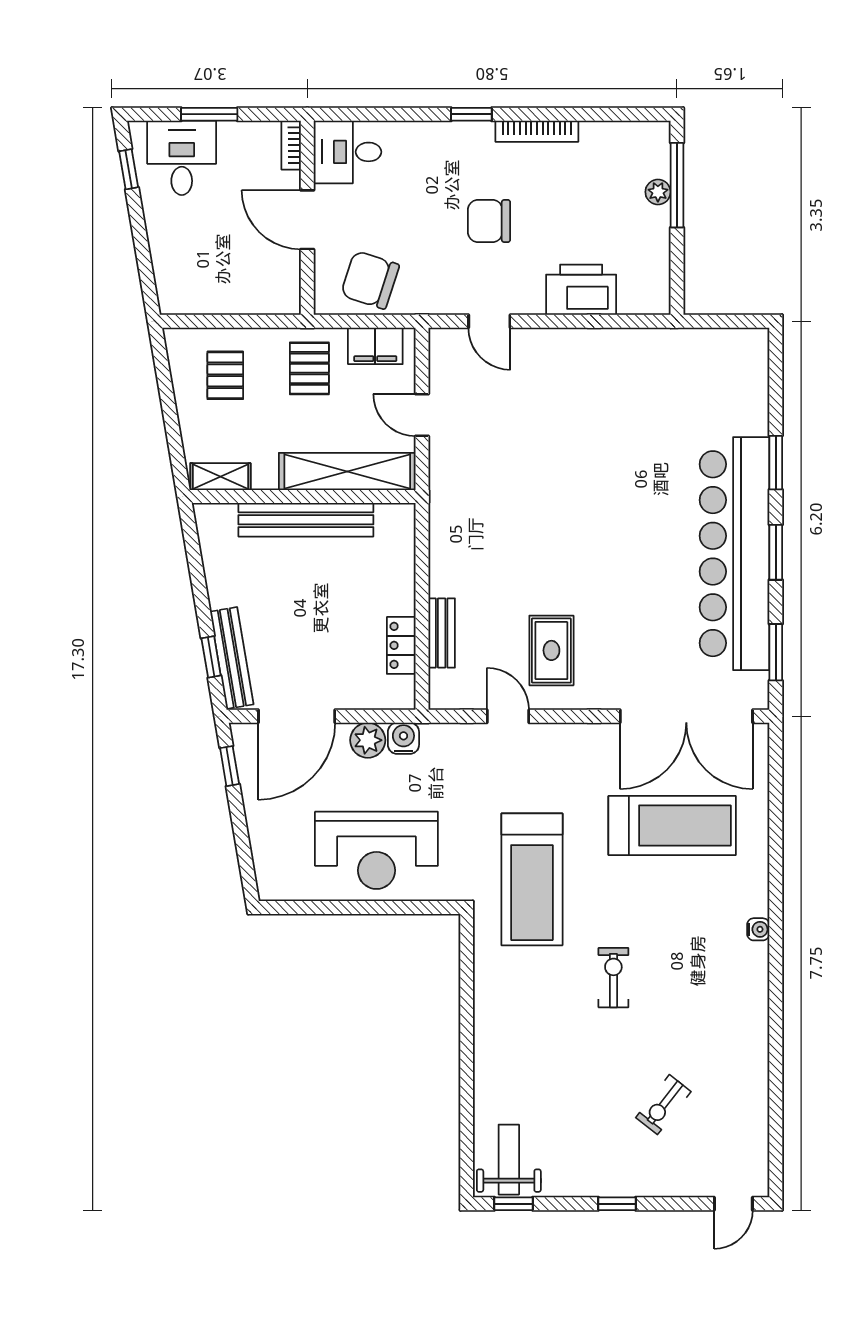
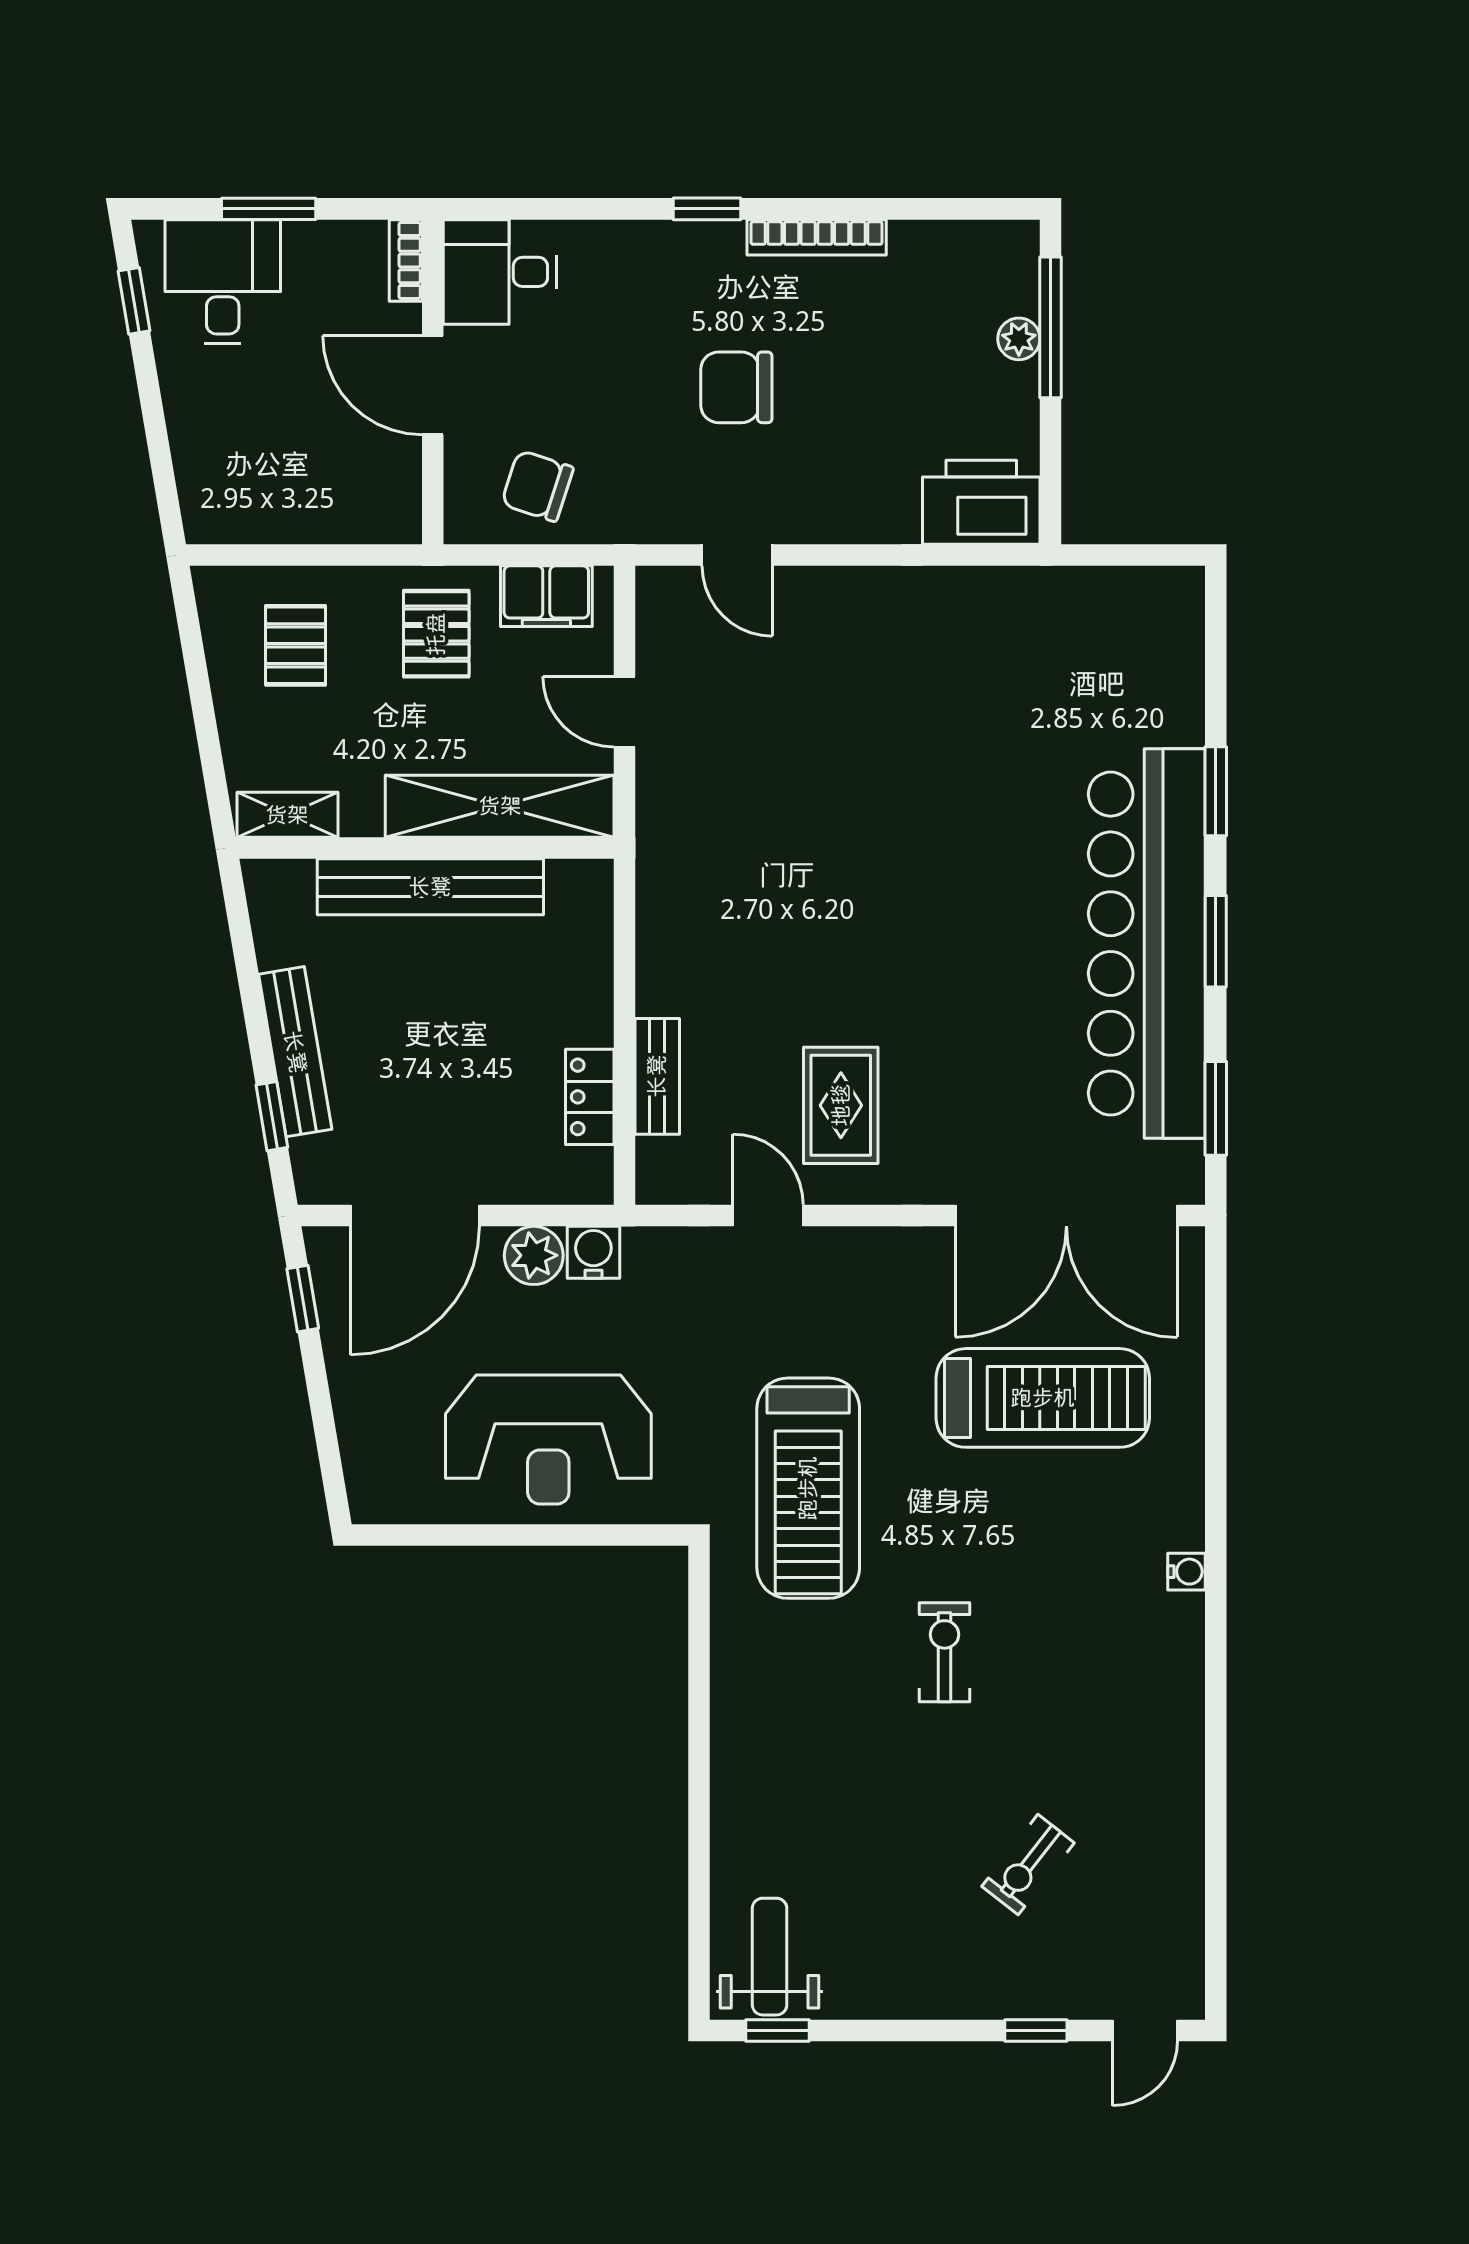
chair: (370, 280) -> (537, 486), width x0.73, depth x0.73
printer: (581, 290) -> (981, 502), moved
bench: (232, 658) -> (295, 1052), moved
window: (617, 1204) -> (1036, 2030), moved

